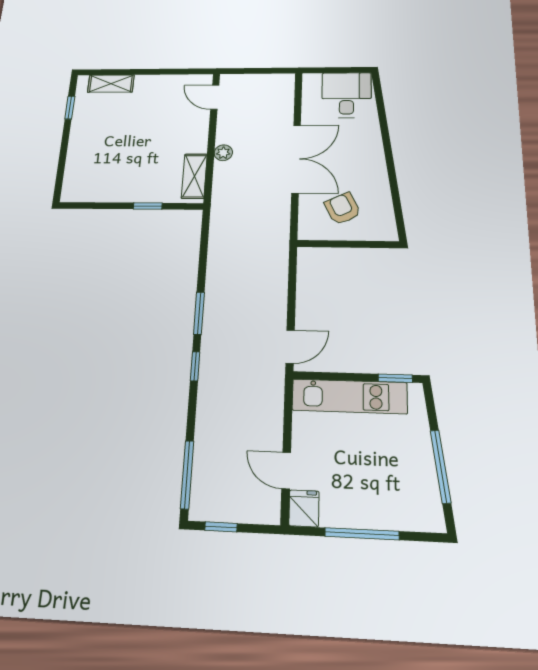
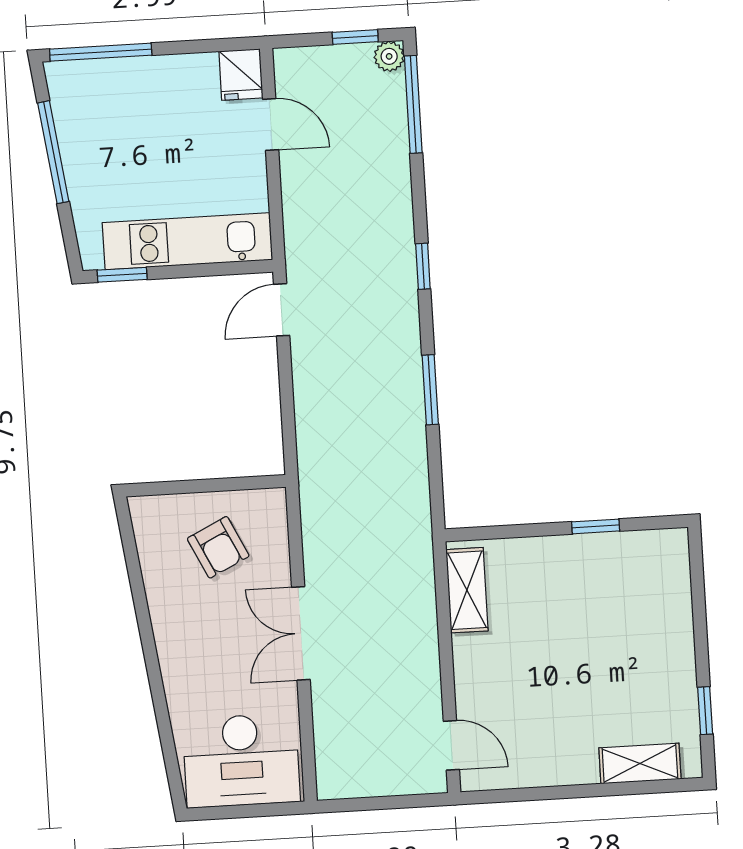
desk: (346, 95) -> (241, 760), width x1.37
plant: (223, 153) -> (389, 56), moved
double door: (296, 159) -> (301, 633), width x0.73
window: (148, 206) -> (596, 526), moved
window: (199, 313) -> (430, 390), moved
window: (362, 534) -> (101, 52), moved

